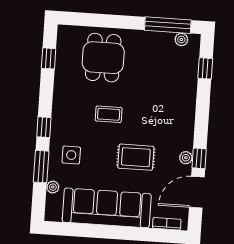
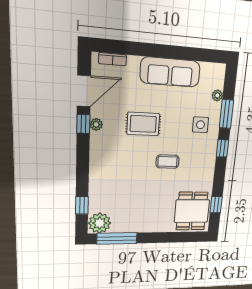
plant: (181, 39) -> (100, 223), width x1.87, depth x1.87
dining table: (103, 58) -> (192, 211), moved
sofa: (107, 208) -> (170, 72), width x0.74, depth x0.79

